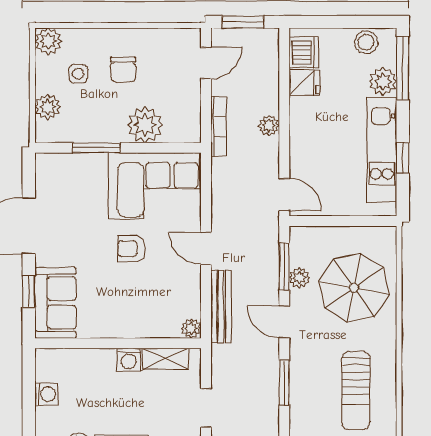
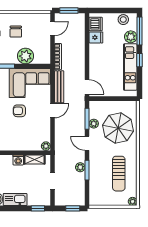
plant: (269, 126) -> (80, 167), moved
window: (403, 158) -> (139, 60), moved
door: (206, 248) -> (52, 111), swing flipped
bench: (221, 307) -> (59, 87), moved

